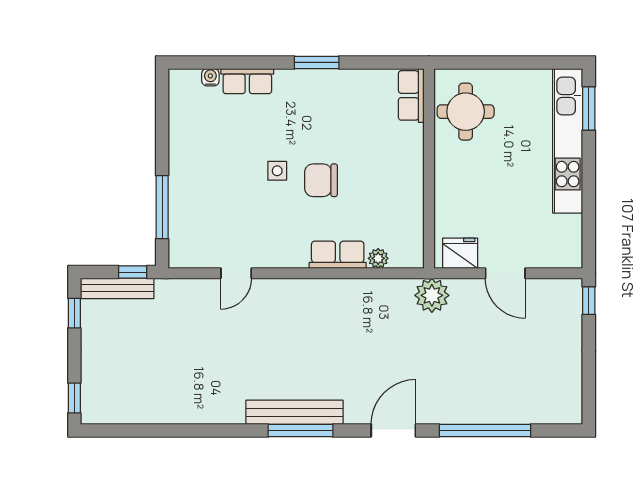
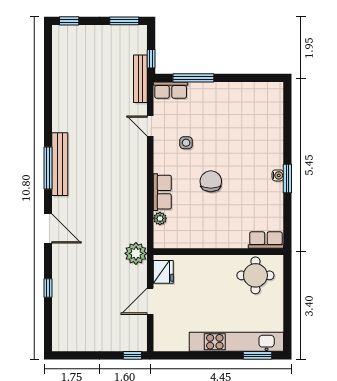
water cooler: (210, 77) -> (278, 175), moved
row of seats: (247, 81) -> (171, 90), moved, turned -90
side table: (277, 171) -> (186, 143), moved
bench: (117, 288) -> (140, 79), moved
window: (74, 313) -> (124, 21), width x1.50
window: (485, 430) -> (48, 288), width x0.32

